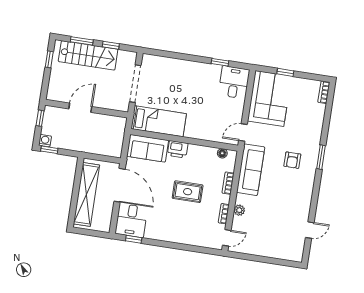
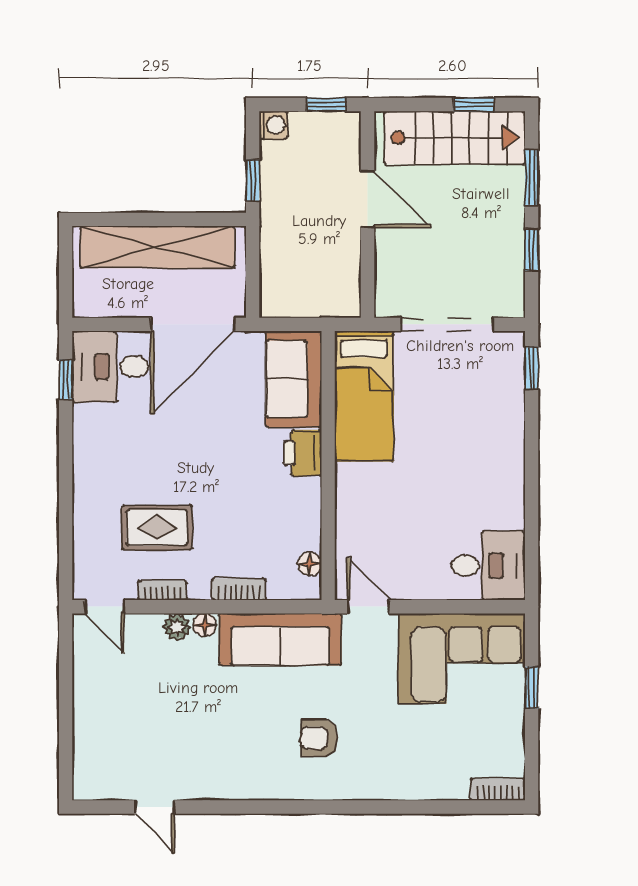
stairs: (88, 55) -> (455, 138), moved, turned -90
window: (220, 62) -> (532, 368), moved
window: (49, 150) -> (253, 180), moved
window: (321, 157) -> (338, 807), removed
rug: (188, 192) -> (157, 528), moved, turned 90
floor lamp: (240, 199) -> (205, 625), added

